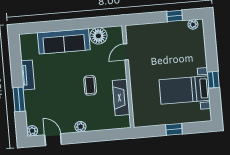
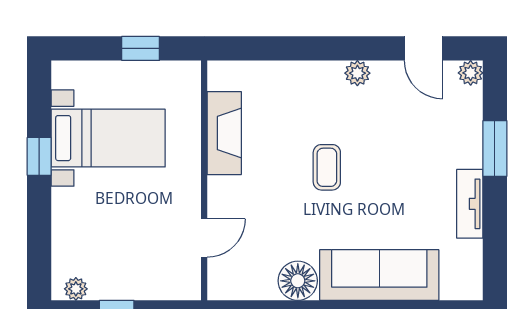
door: (126, 52) -> (204, 238), moved
wall: (128, 77) -> (204, 180), moved
fireplace: (121, 97) -> (224, 133), moved

